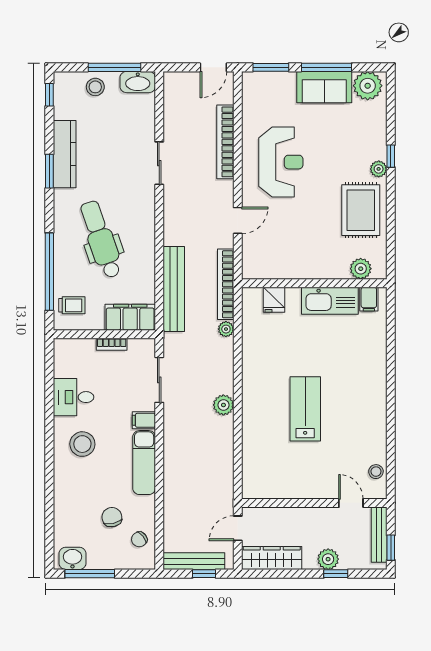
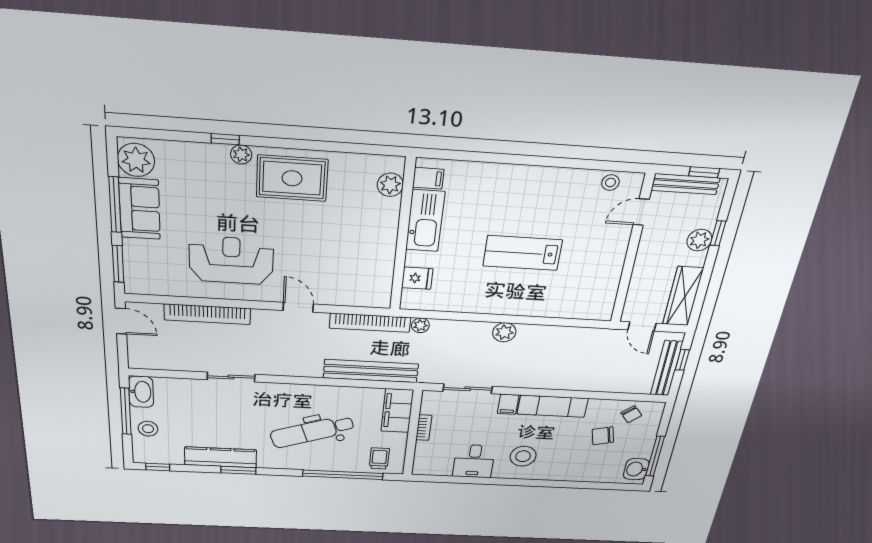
plant: (361, 269) -> (390, 185), moved
wall: (314, 283) -> (403, 236), moved
filing cabinet: (369, 299) -> (428, 178), moved
fridge: (274, 300) -> (417, 278), moved
kitchen sink: (330, 301) -> (425, 221), moved

